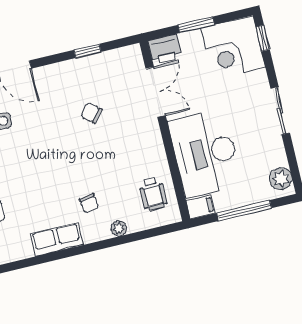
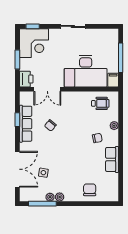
row of seats: (84, 68) -> (26, 124), added
double door: (156, 92) -> (47, 89), swing flipped
plant: (281, 179) -> (108, 35), removed

